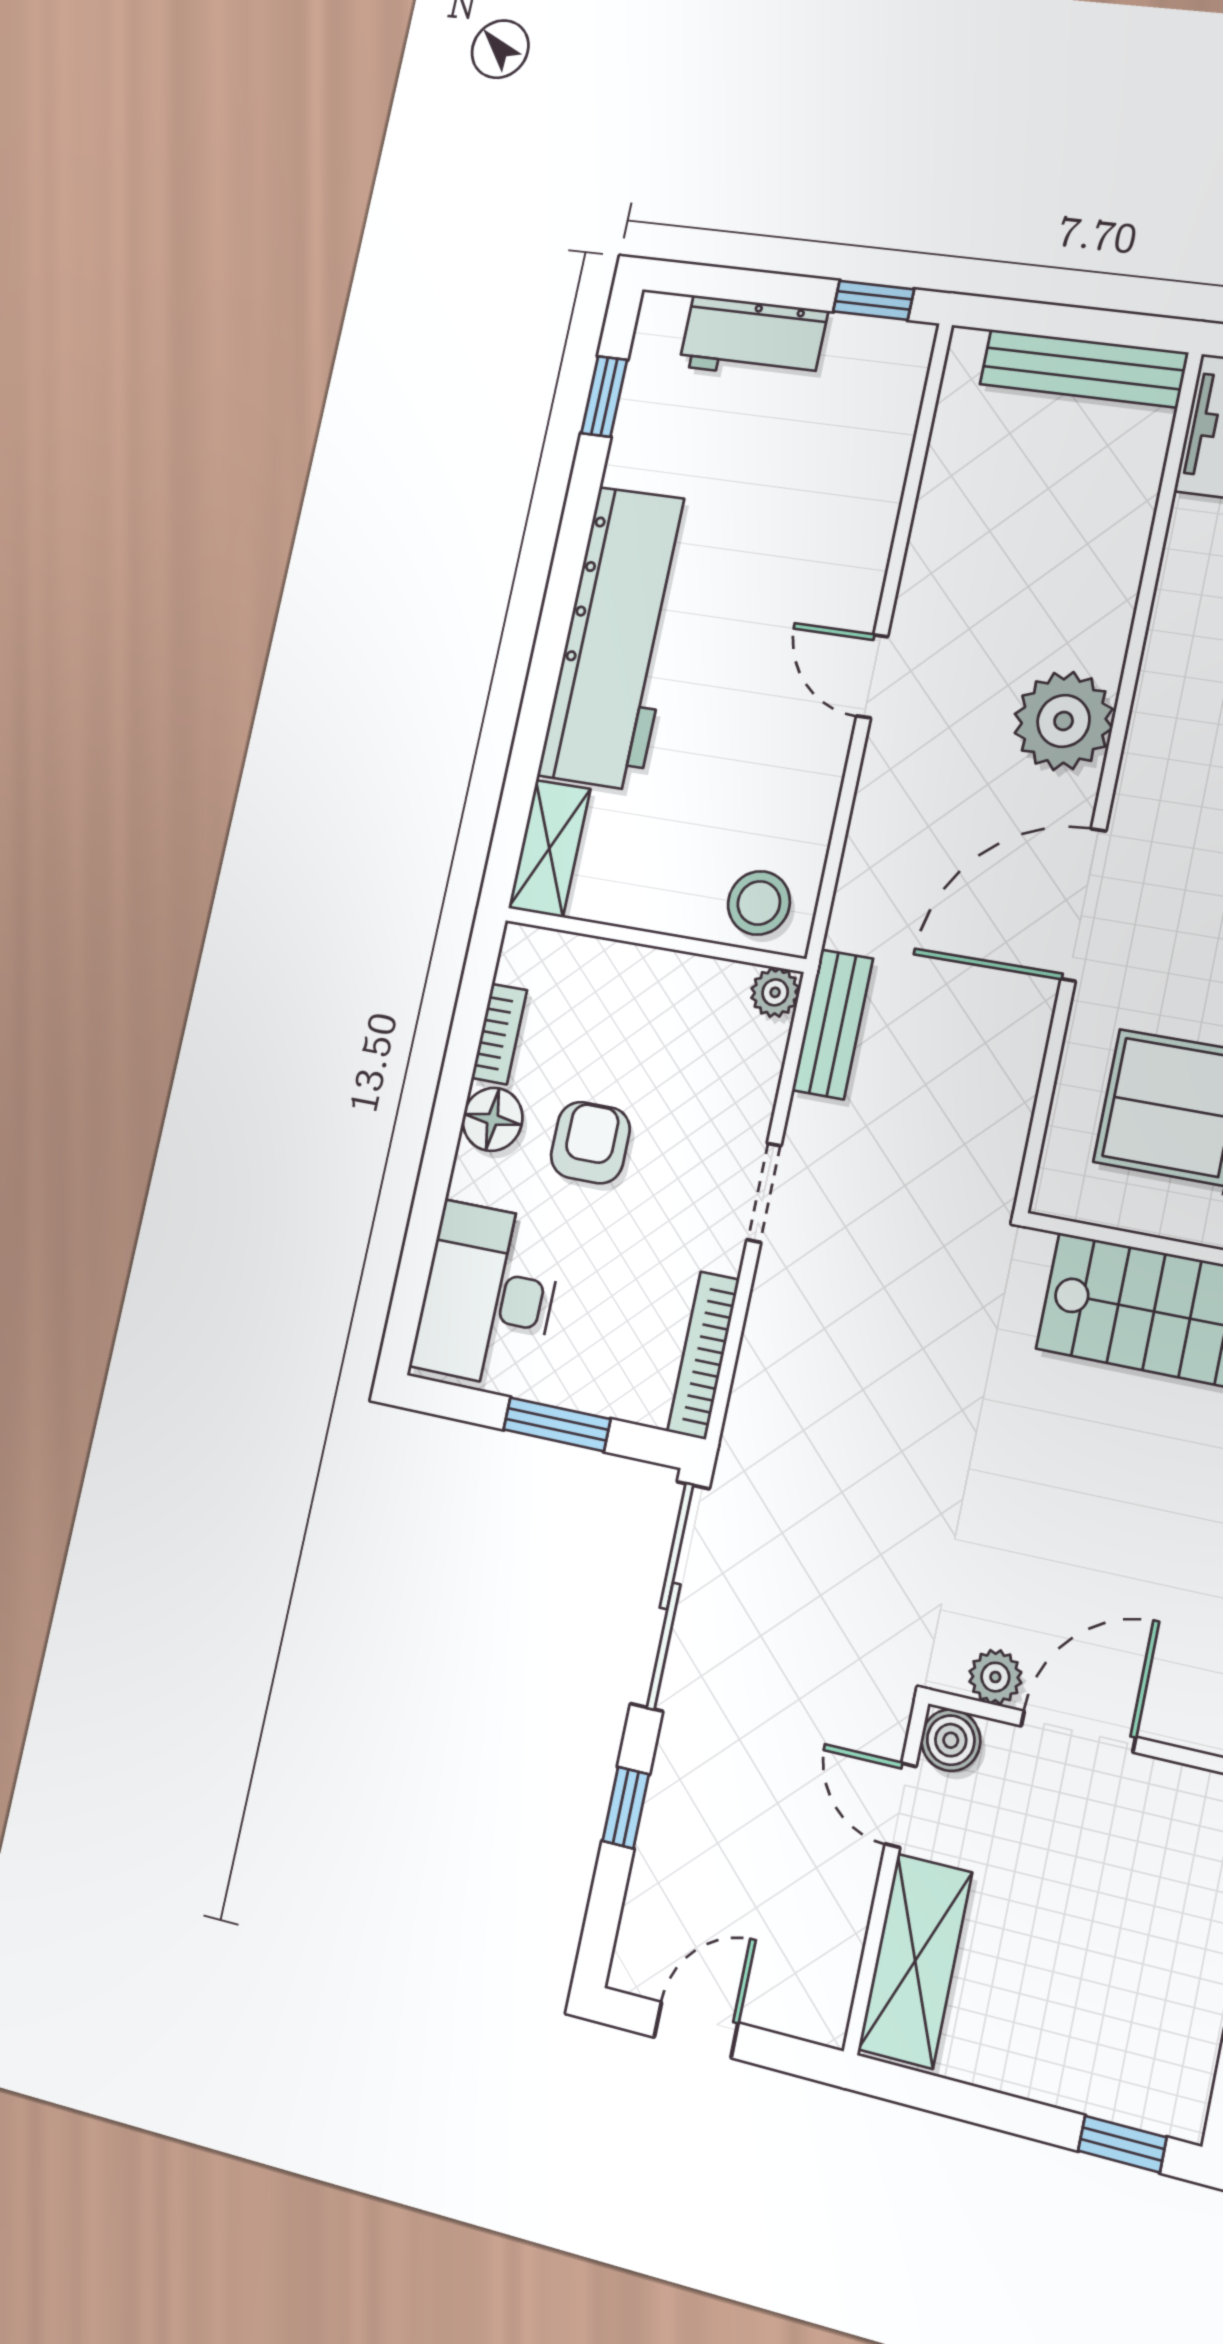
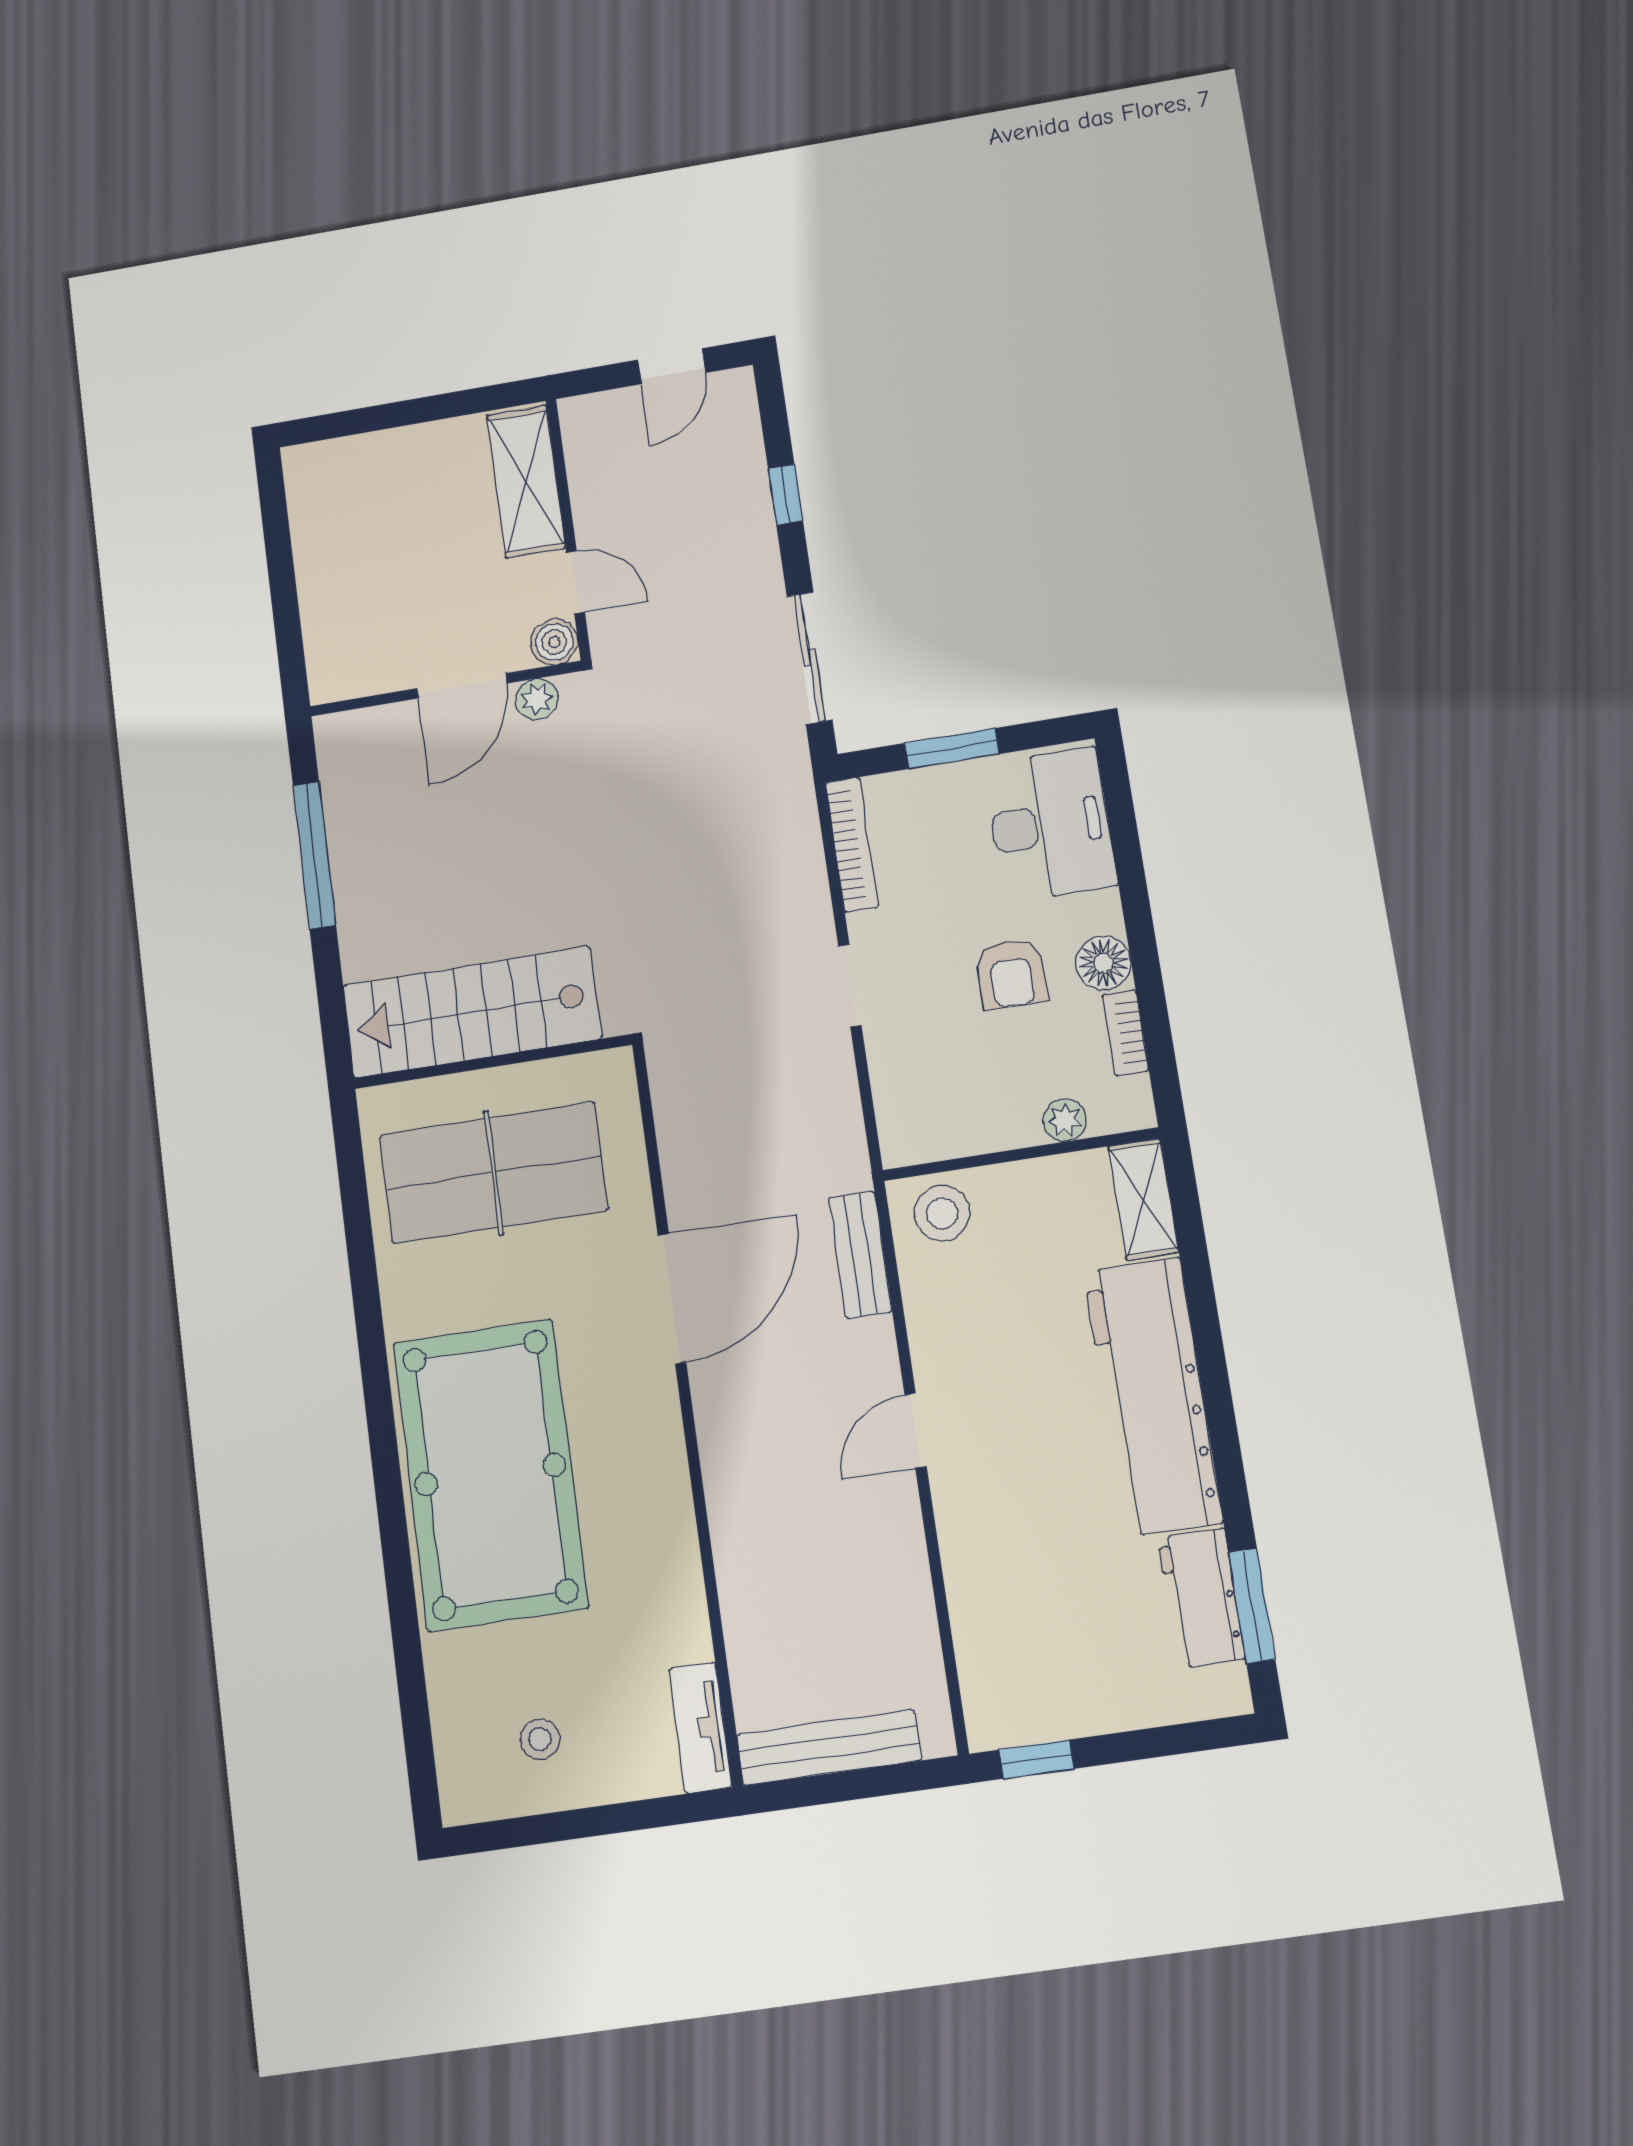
workbench: (753, 338) -> (1201, 1598), moved, turned -90
window: (604, 397) -> (1252, 1606), width x1.50
door: (872, 676) -> (916, 1431), swing flipped
plant: (1064, 721) -> (740, 1442), removed
plant: (775, 992) -> (1065, 1120), moved
bench: (833, 1024) -> (860, 1255), moved
sliding door: (670, 1596) -> (810, 658), width x0.73
window: (1122, 2144) -> (336, 425), removed

